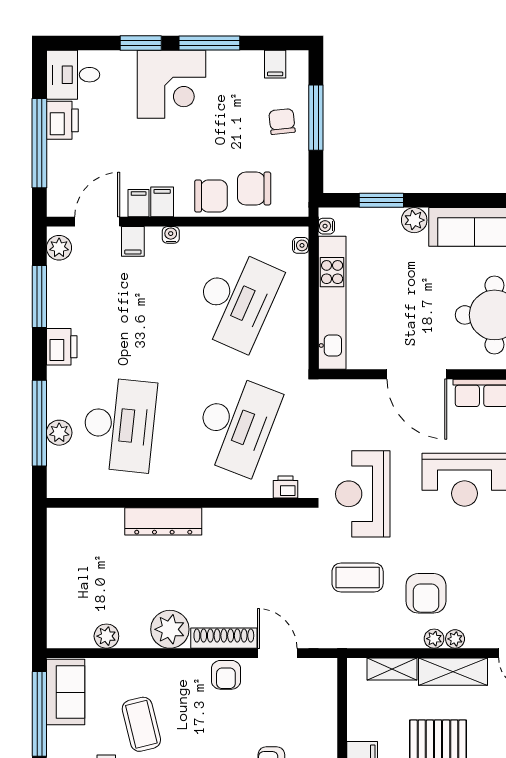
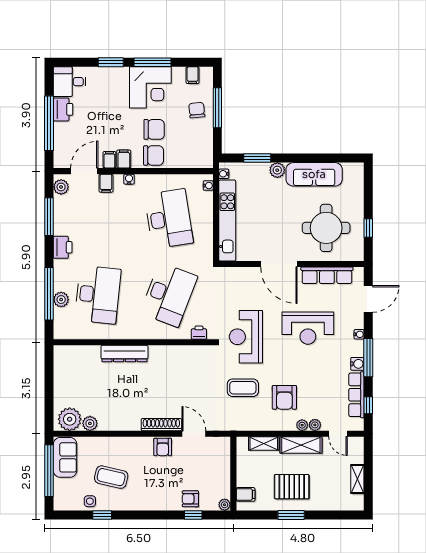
corner desk: (171, 84) -> (150, 87), moved
chair: (254, 189) -> (154, 129), moved, turned 180
desk: (236, 300) -> (169, 219), turned -33
plant: (170, 629) -> (70, 419), moved
plant: (434, 639) -> (315, 425), moved
coffee table: (141, 724) -> (111, 477), turned -63

